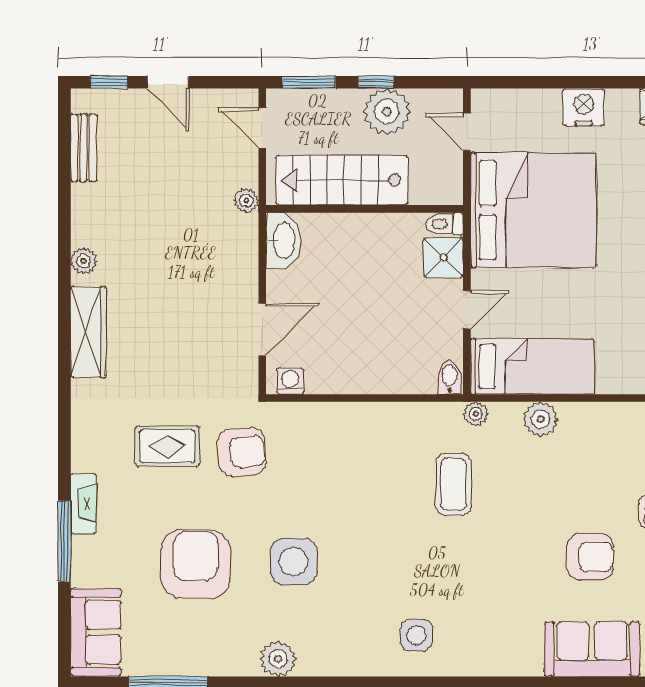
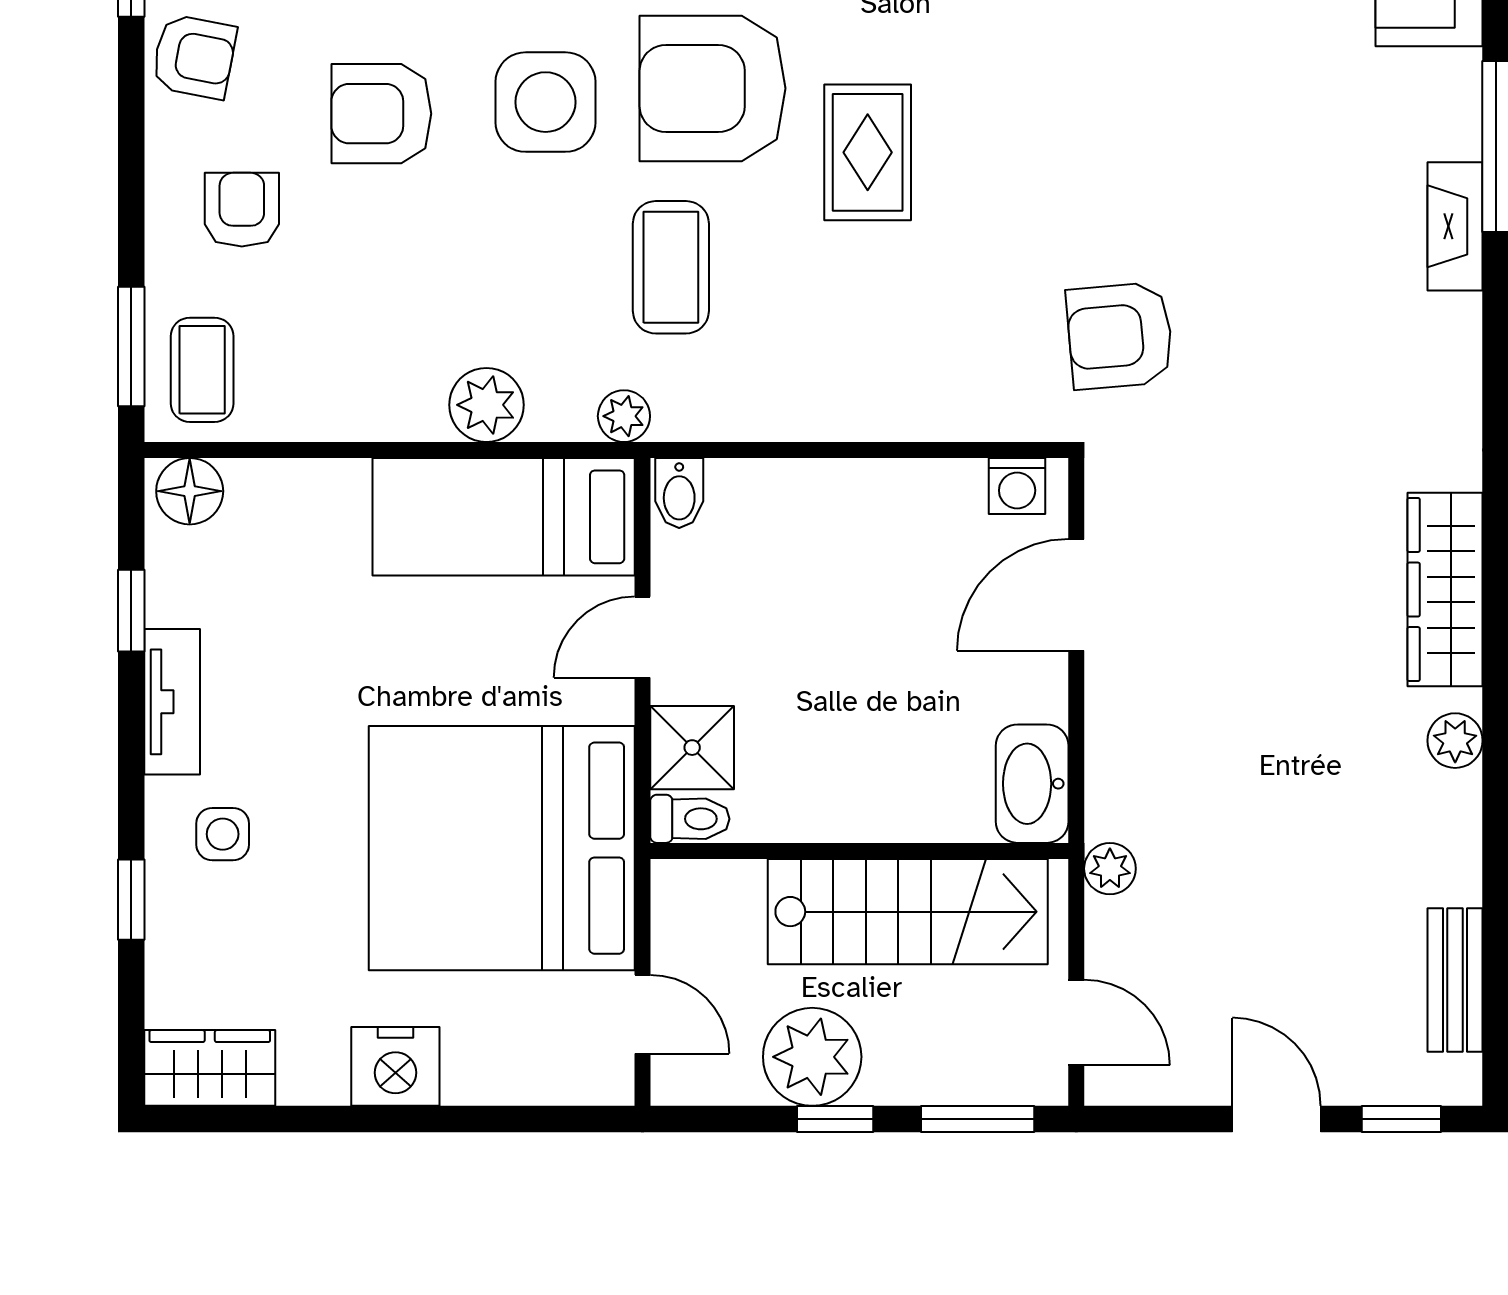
rug: (167, 446) -> (868, 152), moved, turned 90
side table: (294, 562) -> (546, 102), moved
armchair: (196, 564) -> (713, 88), moved, turned 90

